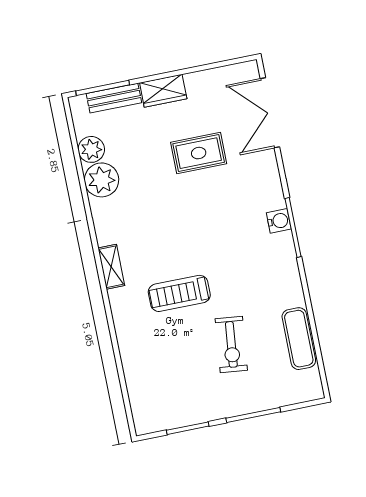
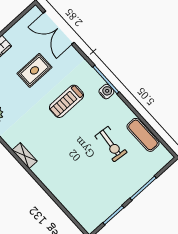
water cooler: (279, 221) -> (106, 92), moved
treadmill: (179, 293) -> (66, 101), moved
exercise bike: (231, 344) -> (111, 144), moved

